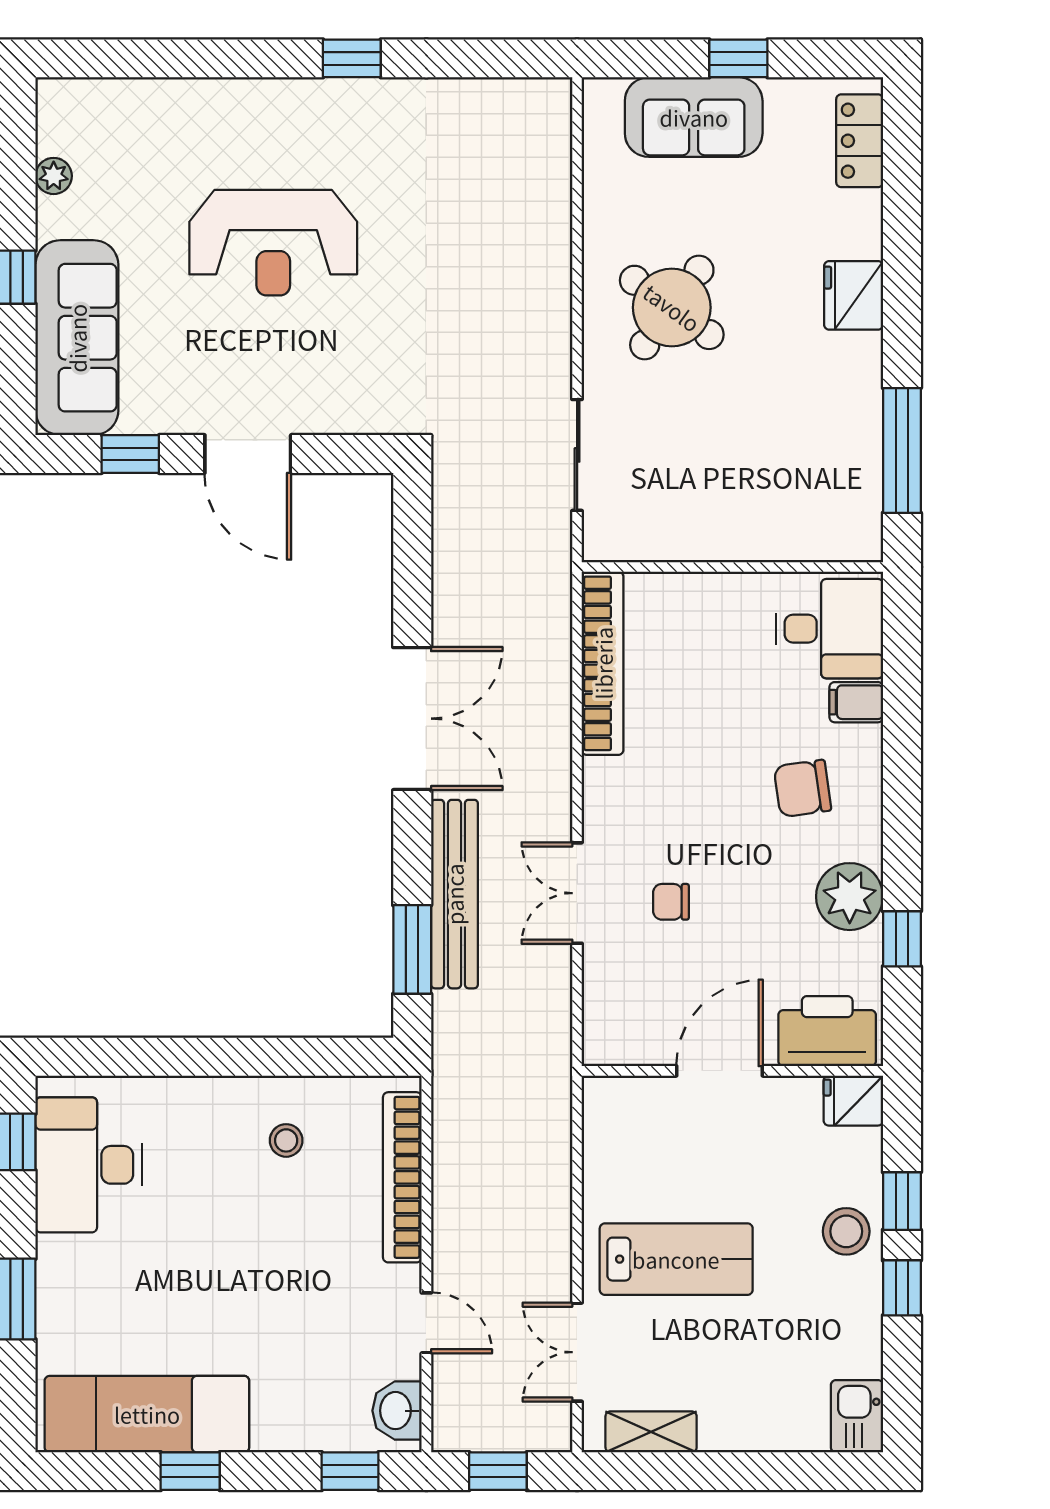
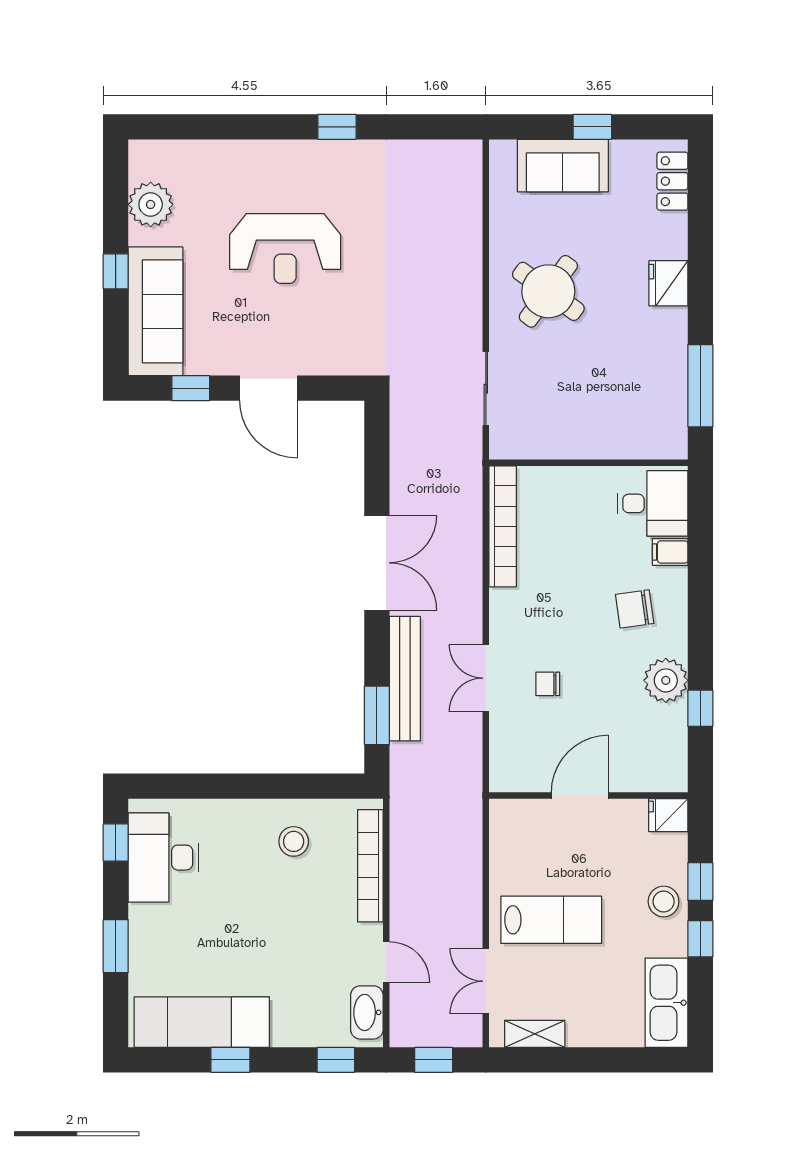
plant: (54, 176) -> (151, 204), width x1.87, depth x1.87
printer: (827, 1031) -> (651, 769), removed
stool: (286, 1140) -> (294, 841), width x1.37, depth x1.37
washbasin: (397, 1411) -> (367, 1012), width x1.38
kitchen sink: (857, 1416) -> (666, 1003), width x1.87, depth x1.24

